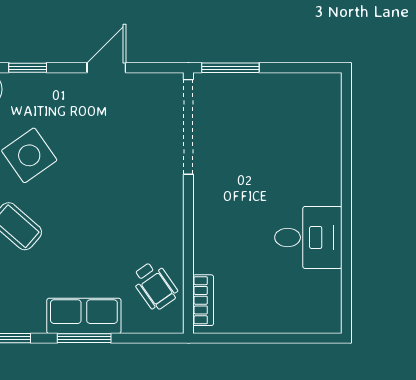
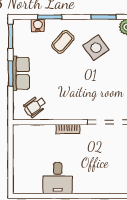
bookcase: (203, 300) -> (68, 129), moved

